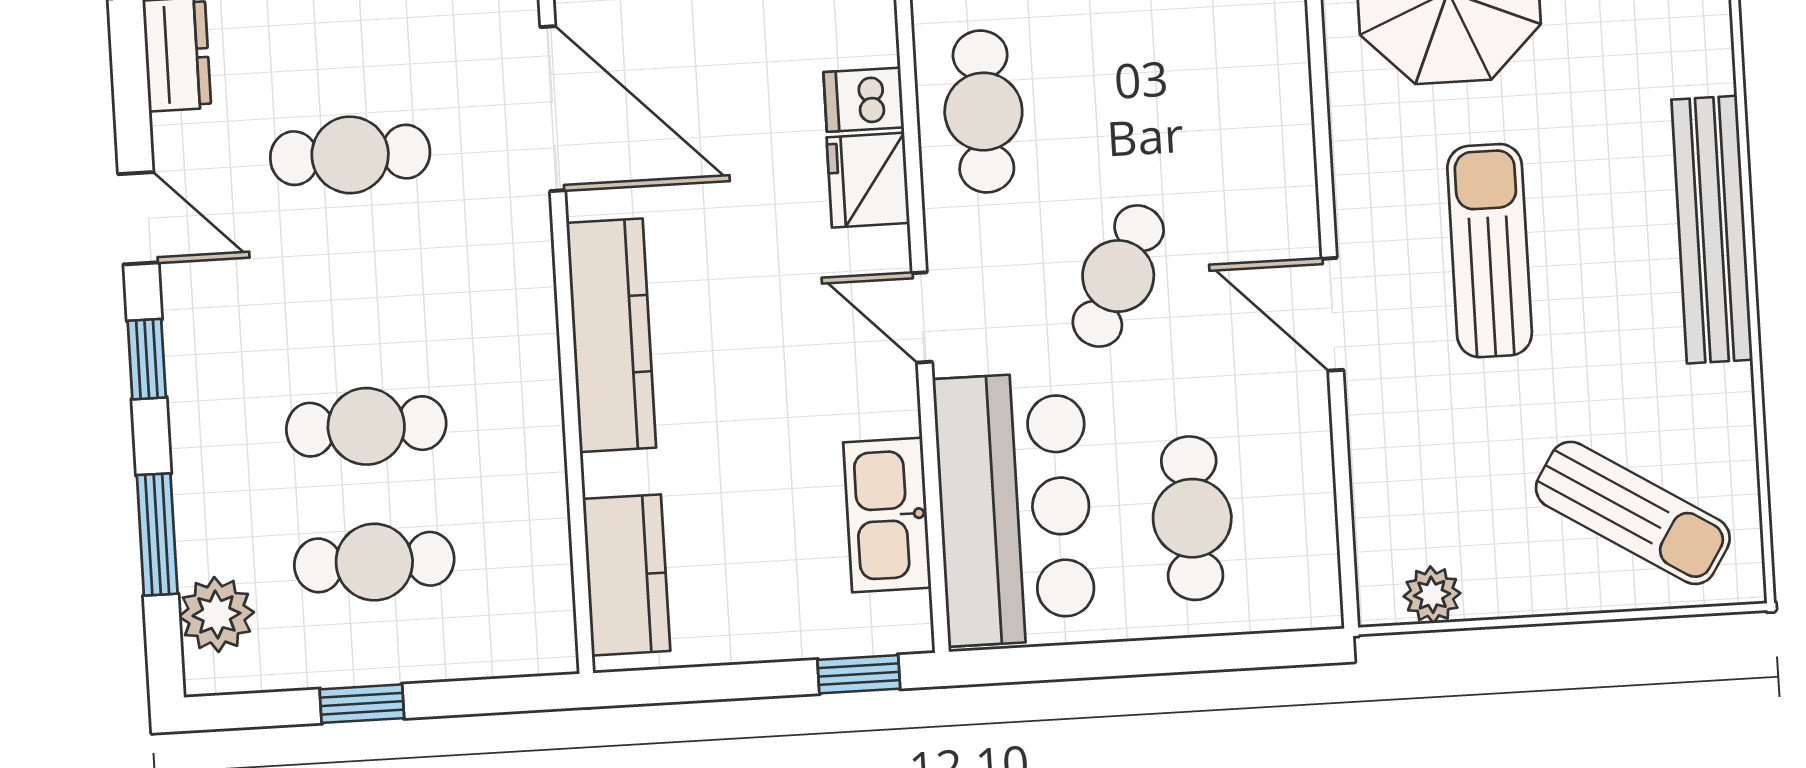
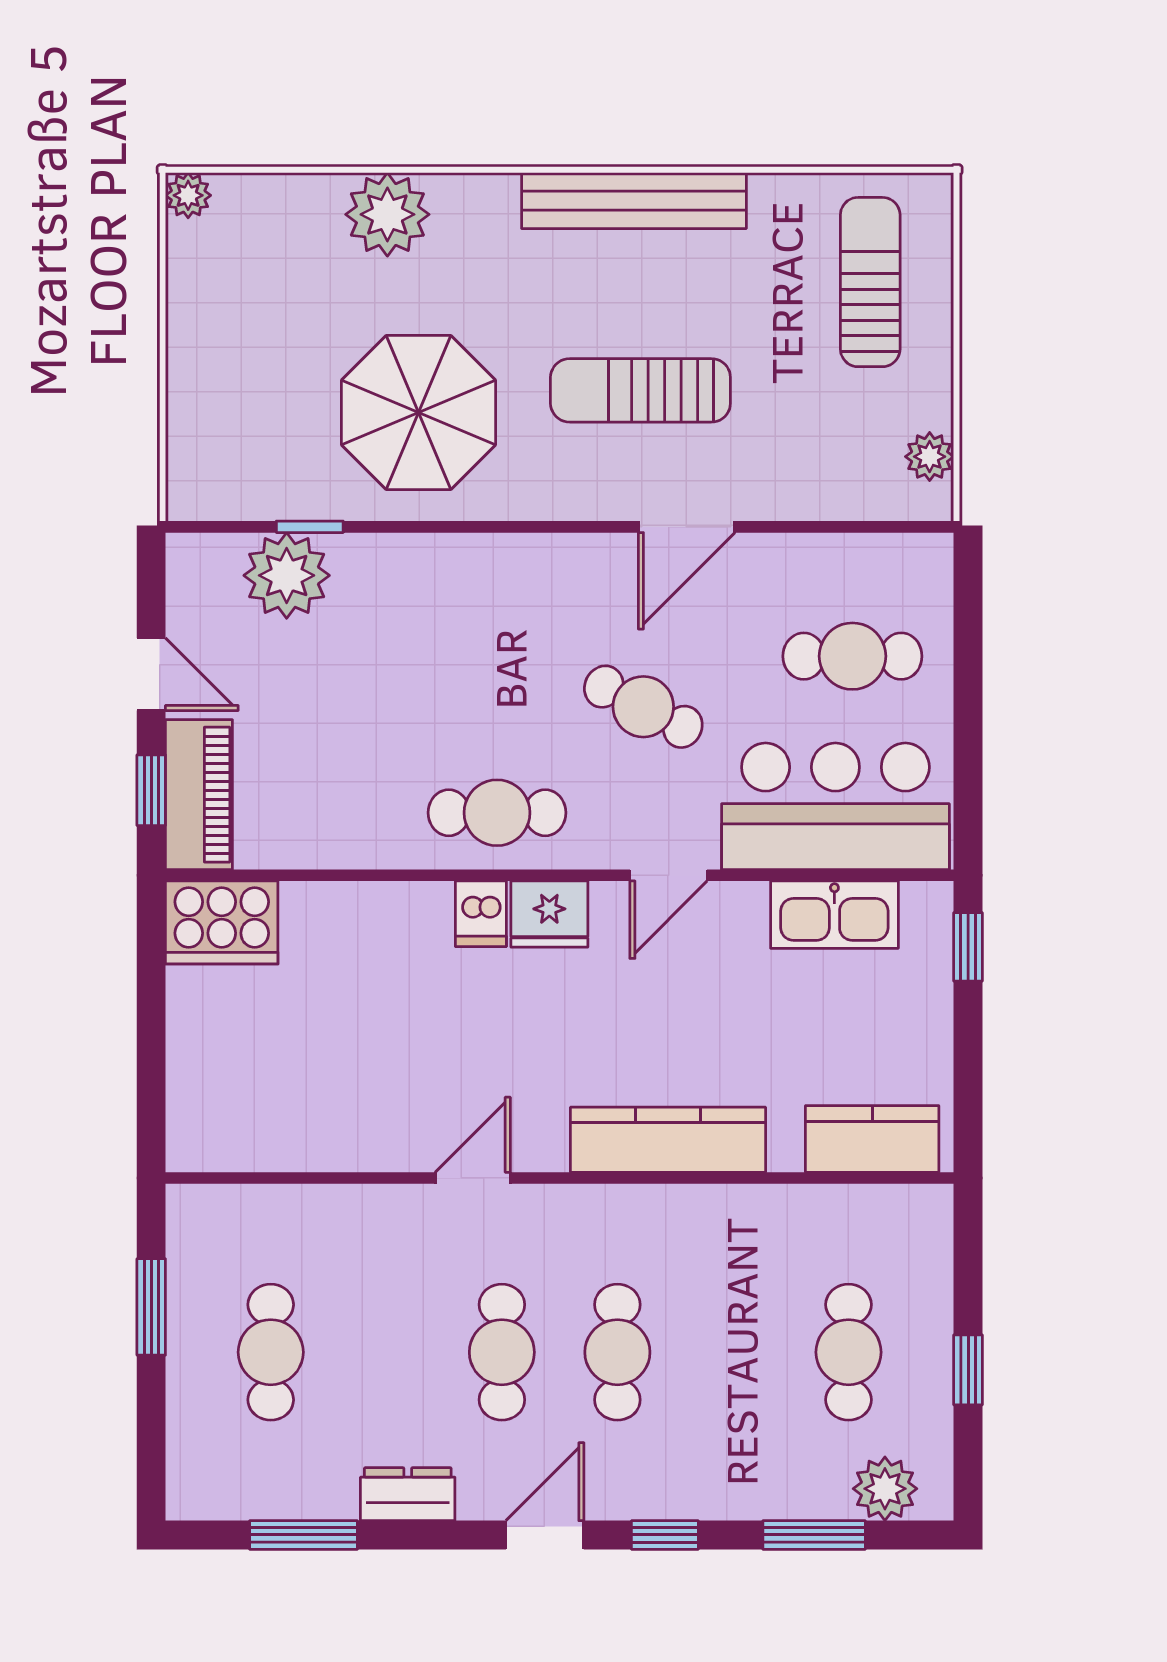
door: (553, 109) -> (473, 1178), width x0.53
cafe table: (366, 426) -> (617, 1352), moved
sun lounger: (1633, 513) -> (870, 282), turned -32

